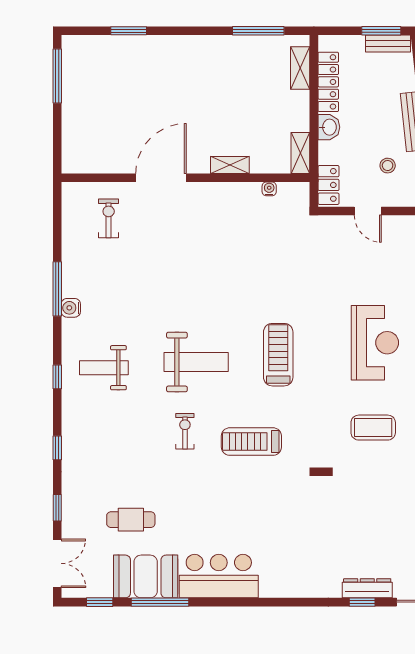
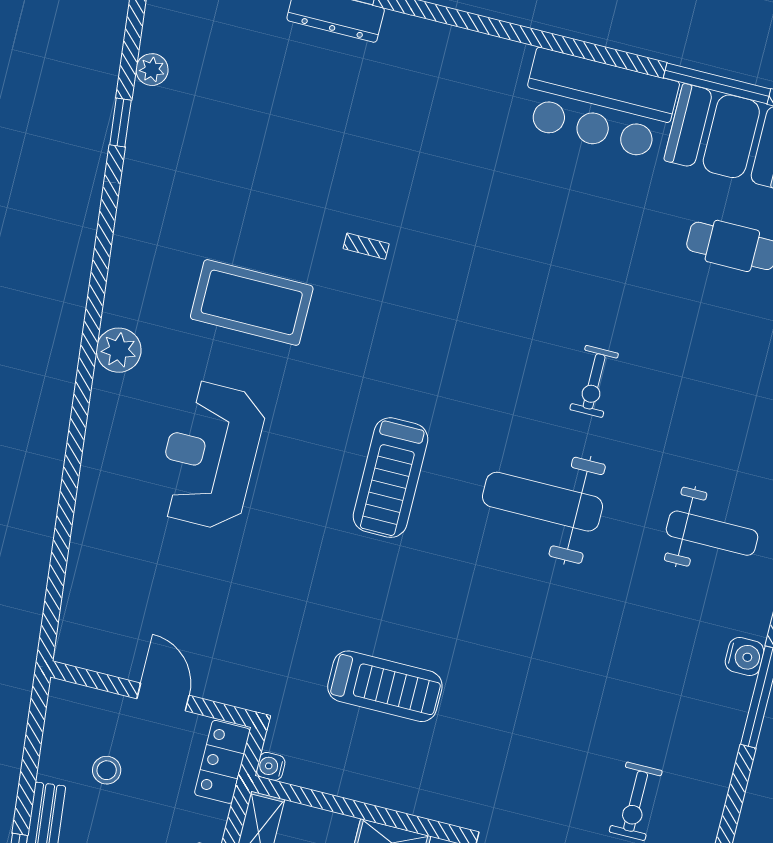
water cooler: (269, 189) -> (271, 766), moved, turned 90
coffee table: (373, 428) -> (252, 302), width x1.36, depth x1.32
treadmill: (251, 442) -> (385, 686), moved

